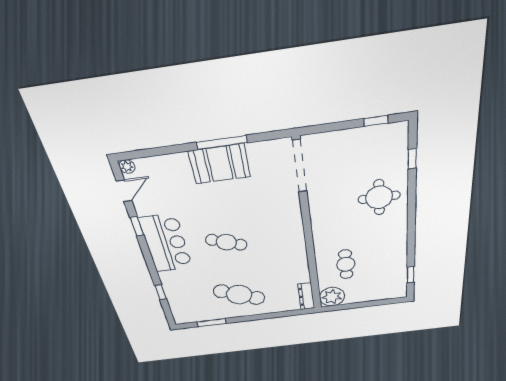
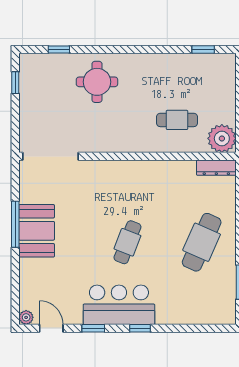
window: (161, 292) -> (140, 328), moved

